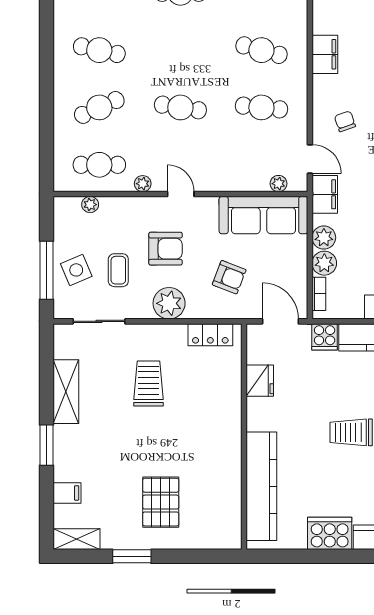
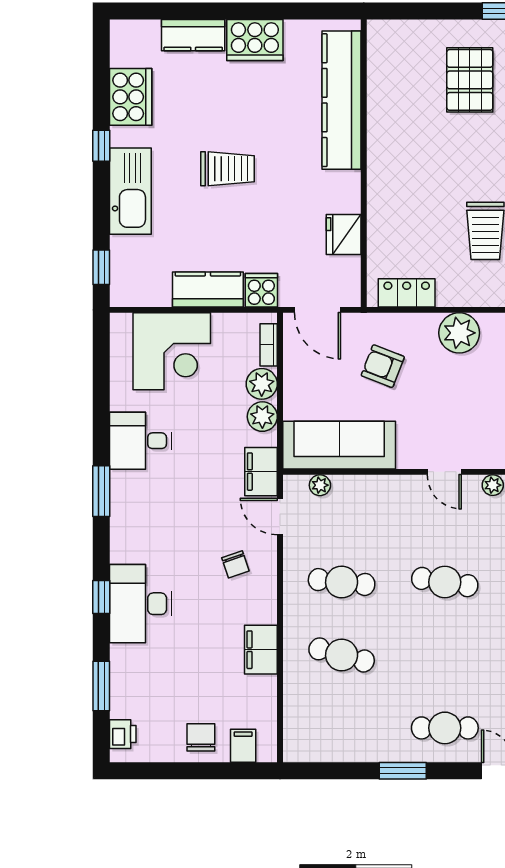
armchair: (166, 249) -> (464, 402), removed

